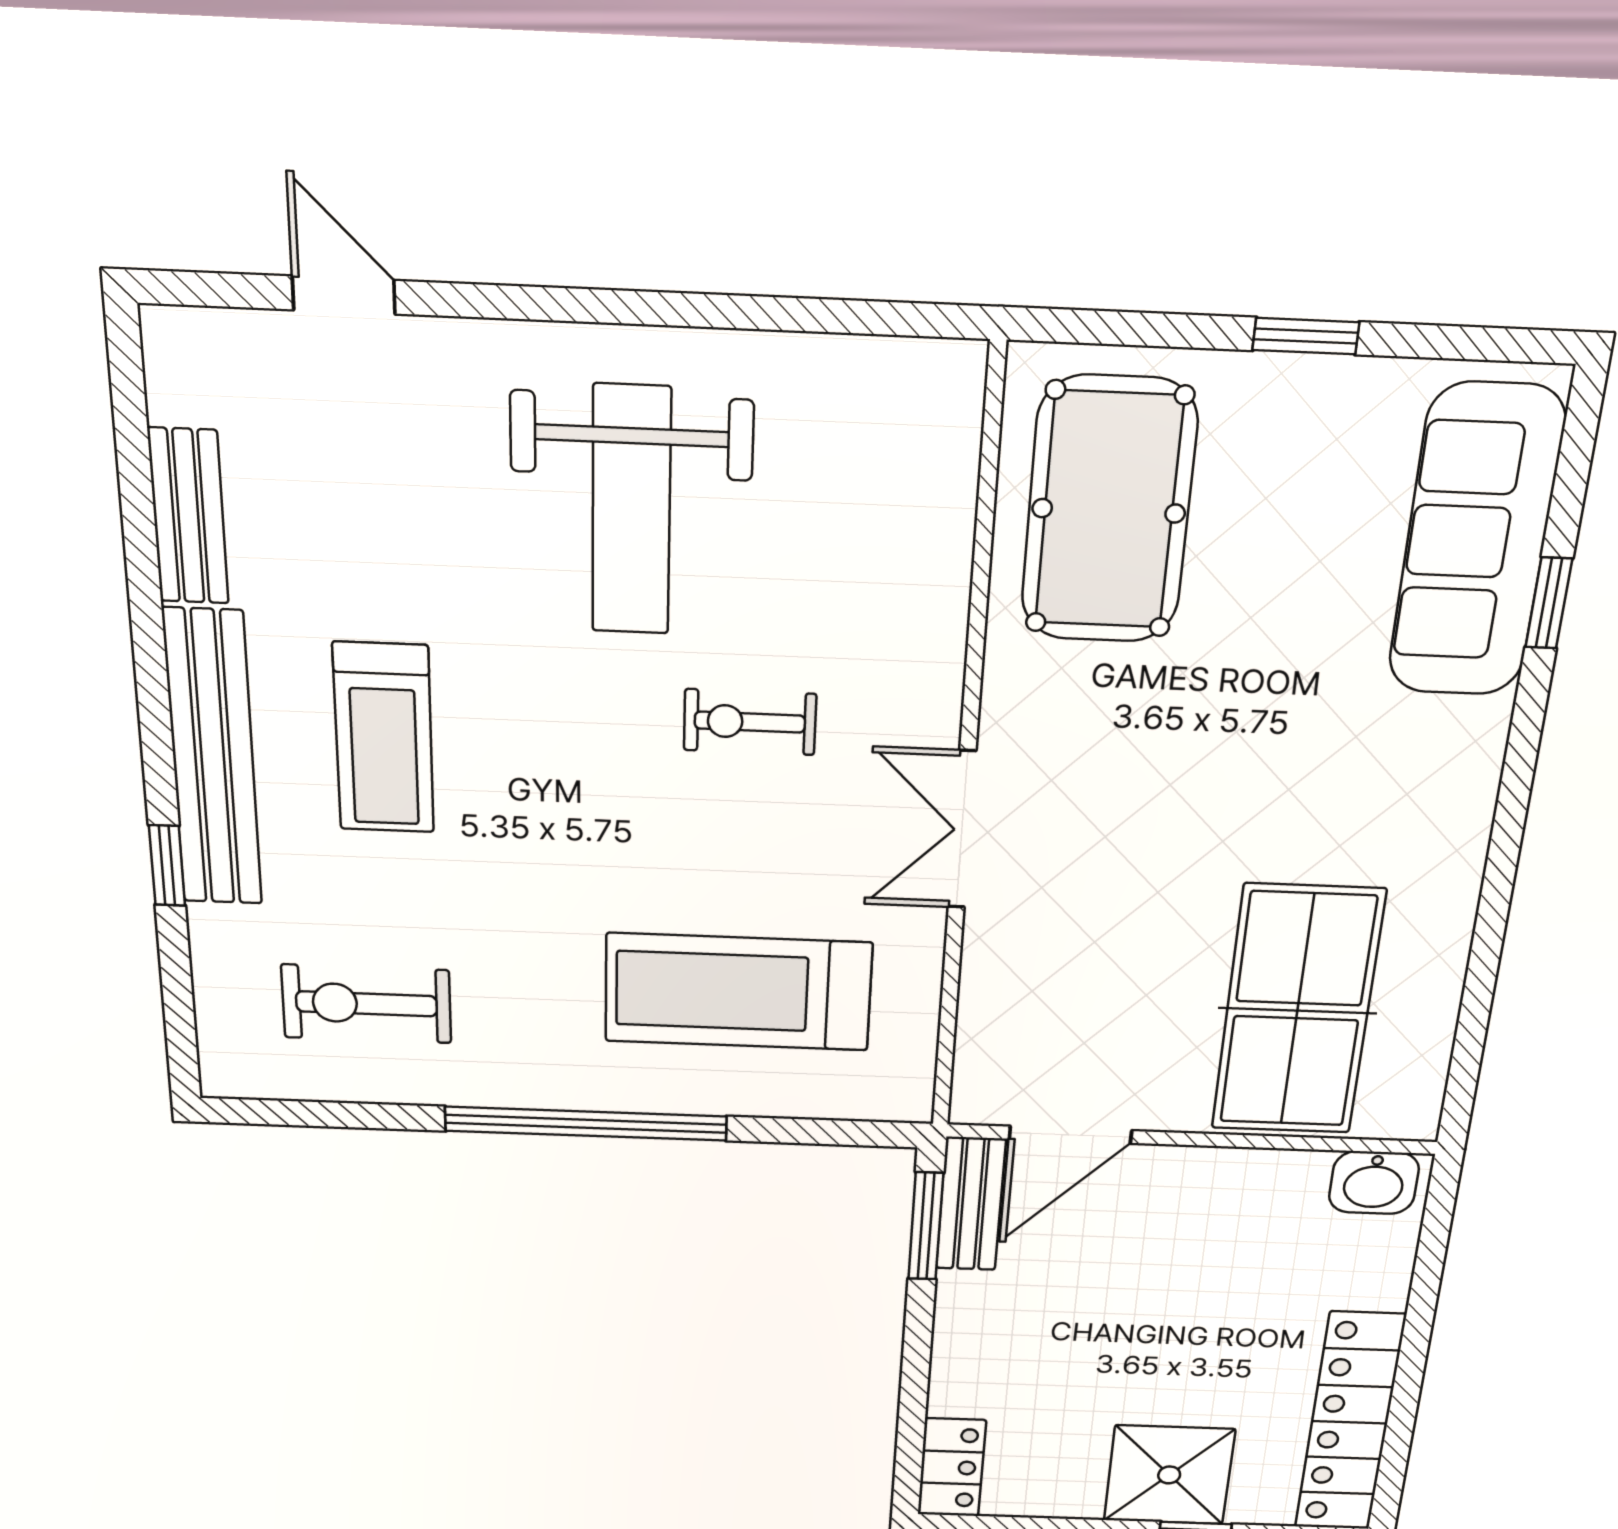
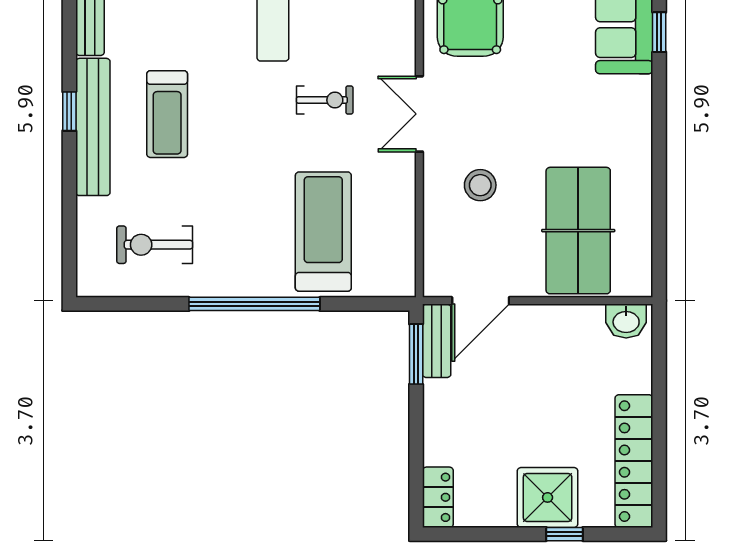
exercise bike: (750, 722) -> (325, 100), turned 180
double door: (962, 830) -> (419, 114), moved
window: (167, 866) -> (69, 111), moved
stool: (1092, 913) -> (480, 185), added
treadmill: (738, 992) -> (323, 232), turned 90

